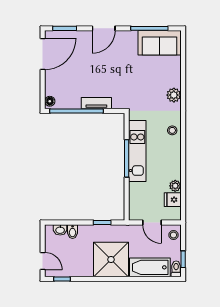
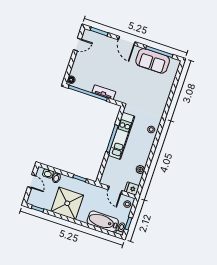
door: (104, 28) -> (127, 41), hinge flipped
sofa: (160, 43) -> (153, 61), moved
door: (43, 54) -> (77, 44), width x0.53
plant: (174, 95) -> (161, 105), removed
fridge: (173, 200) -> (132, 189), moved
shower: (111, 260) -> (67, 203), moved
door: (43, 261) -> (32, 181), moved

